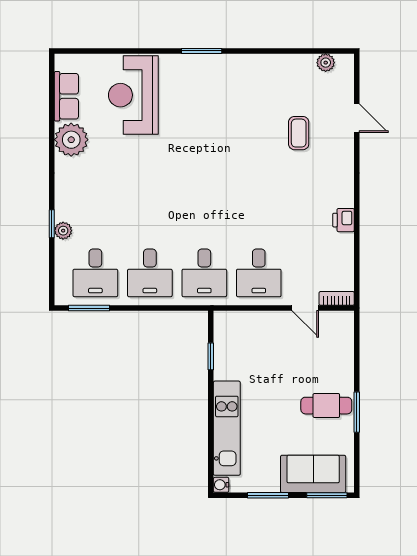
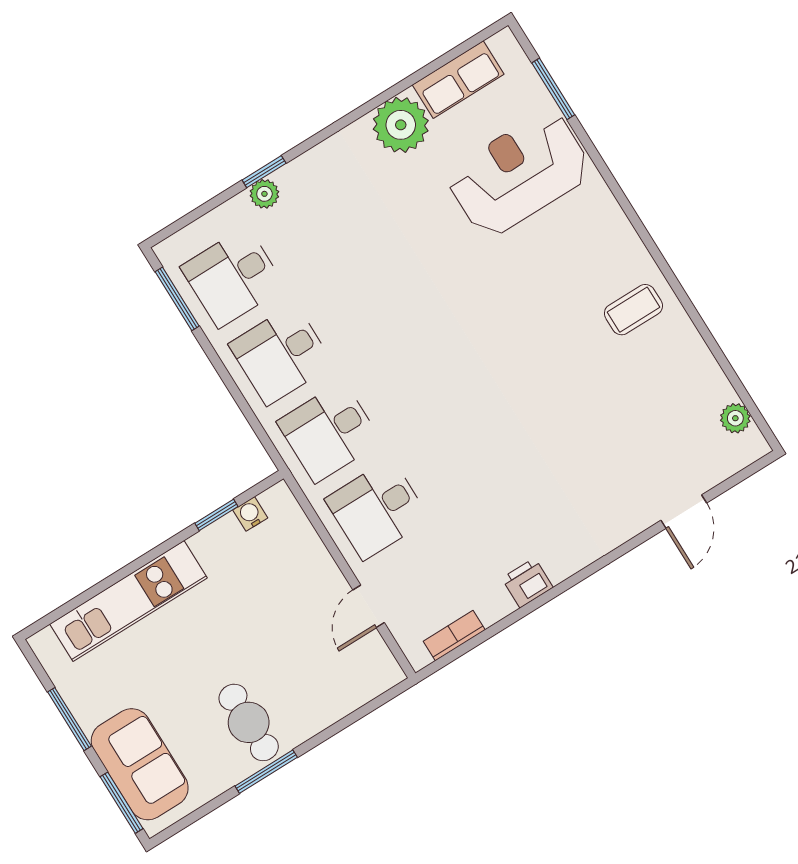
window: (202, 51) -> (553, 89), moved
coffee table: (299, 133) -> (633, 310), moved
bookcase: (337, 298) -> (454, 636), moved, turned -90
water cooler: (221, 485) -> (250, 514), moved

